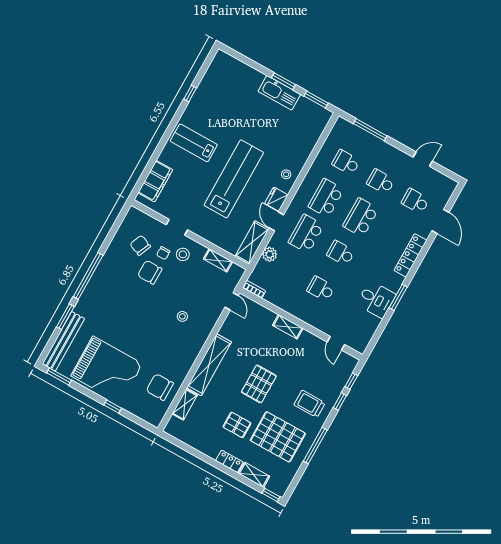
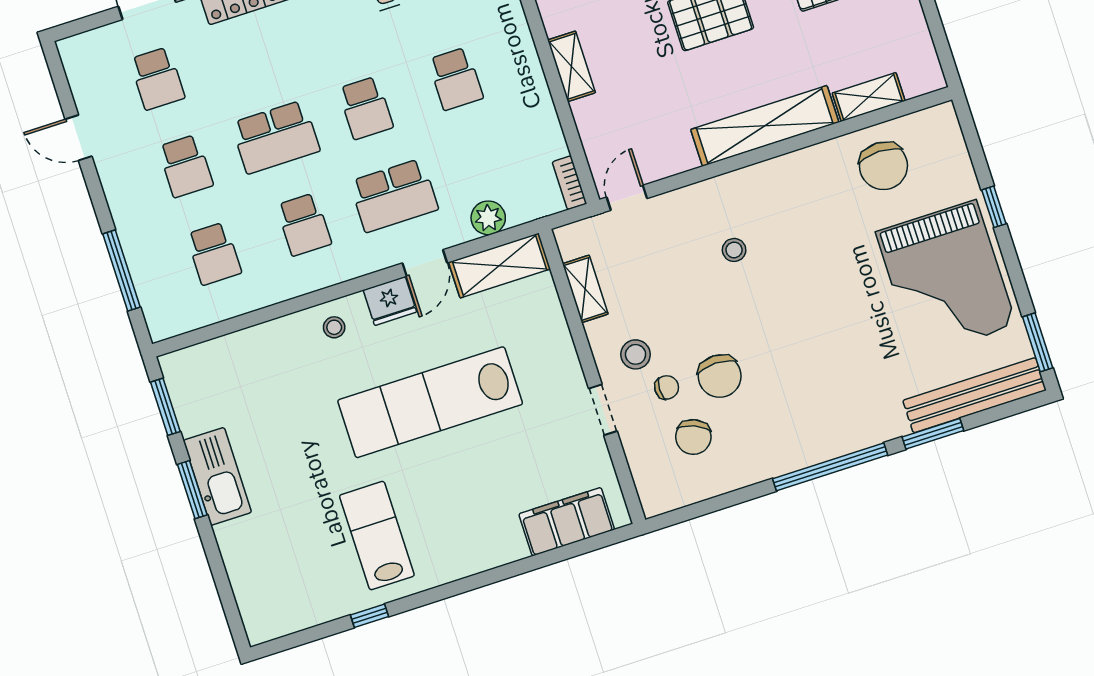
lab bench: (194, 143) -> (377, 536), moved, turned 180
school desk: (326, 198) -> (304, 225), width x0.54
grand piano: (107, 370) -> (946, 279), turned 180

